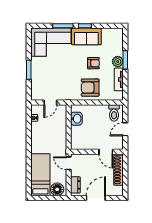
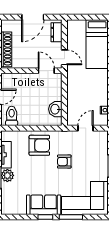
armchair: (93, 63) -> (64, 162), moved
door: (106, 152) -> (46, 71), moved
floor lamp: (57, 189) -> (78, 27), removed

